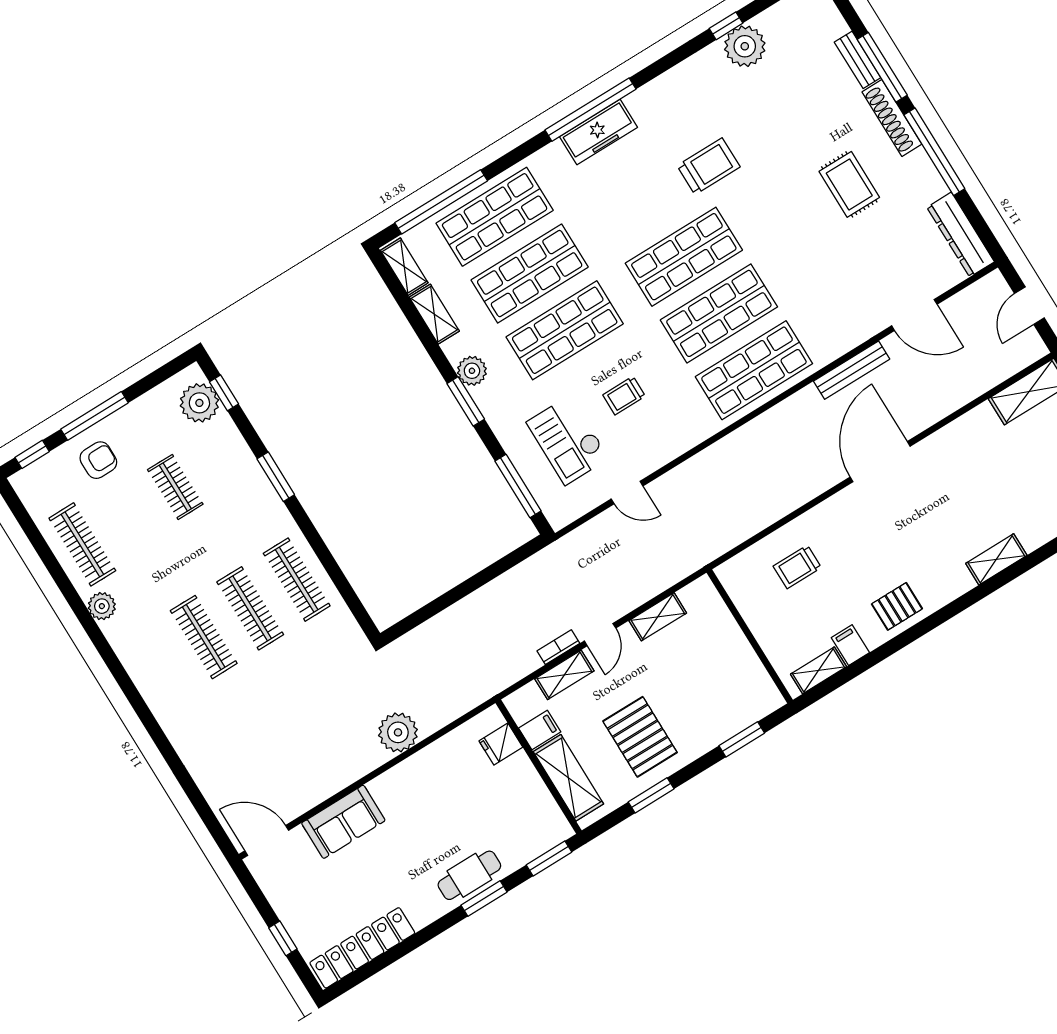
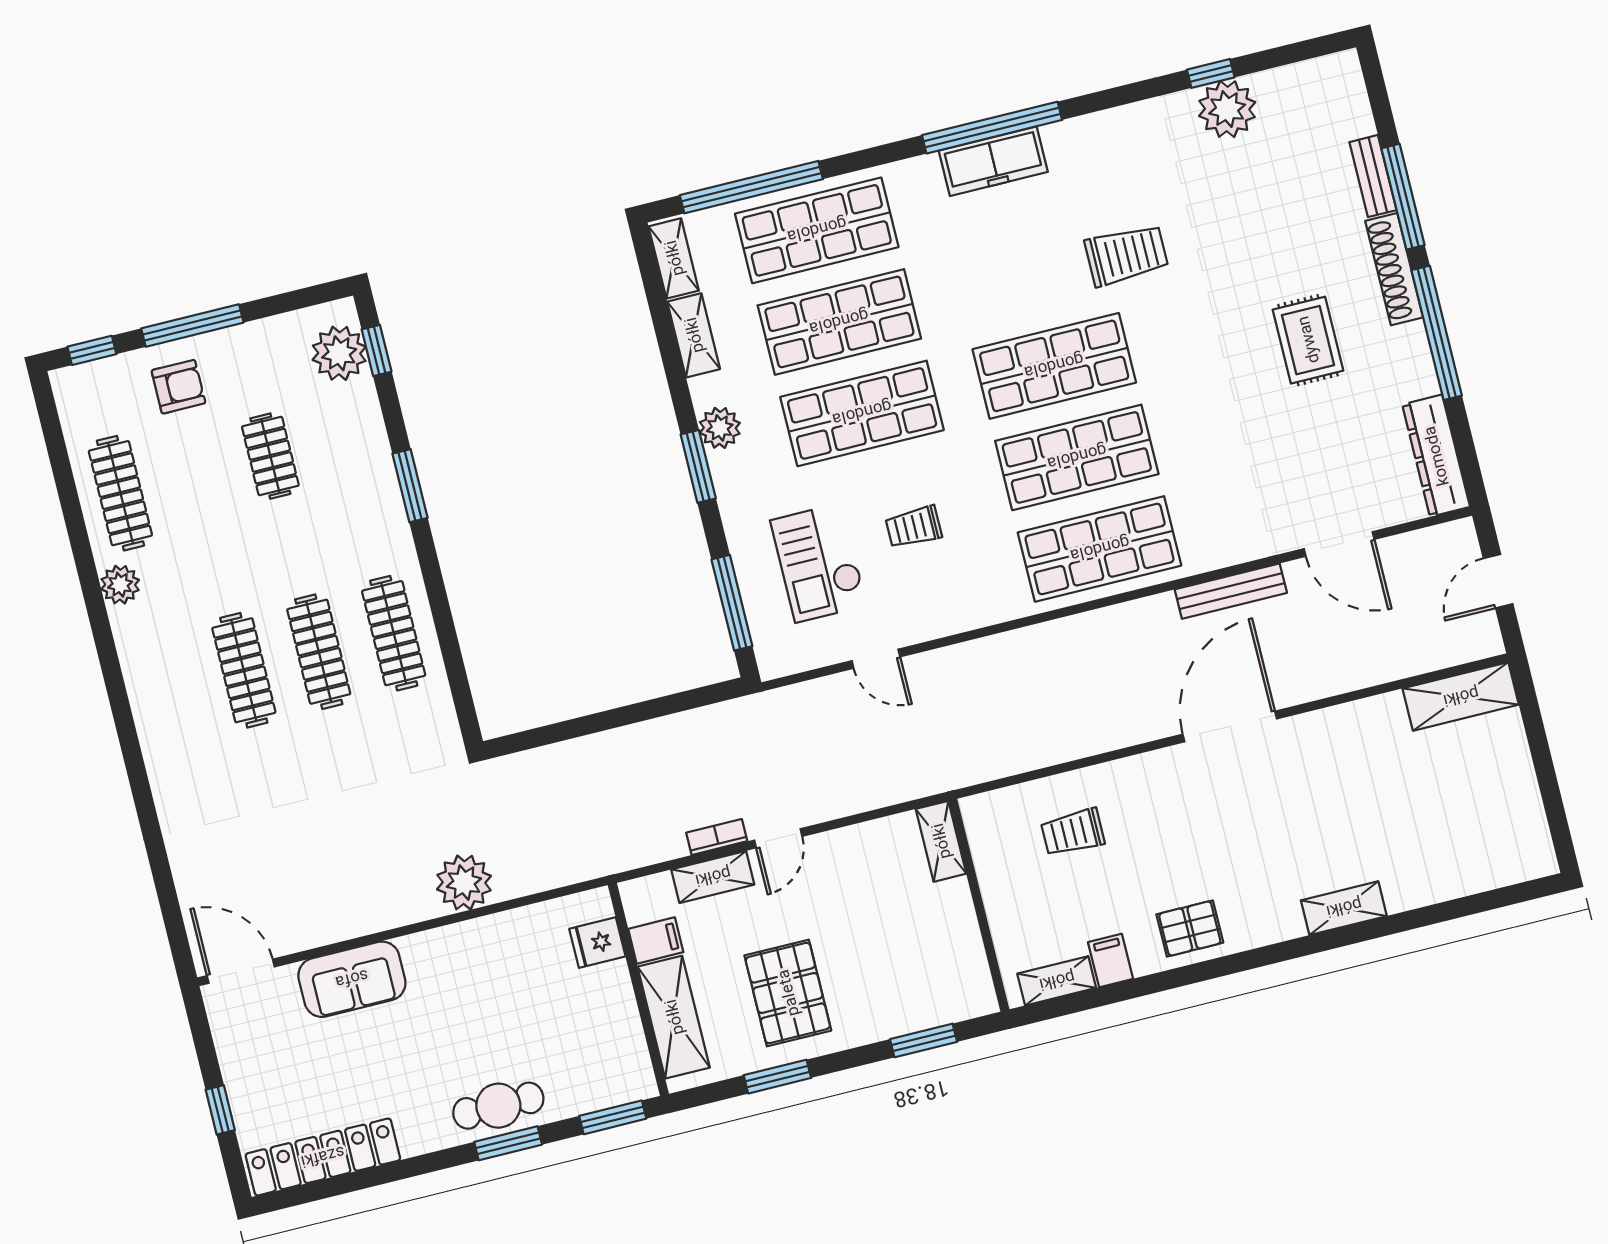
shelving: (658, 617) -> (941, 841), moved, turned 90

